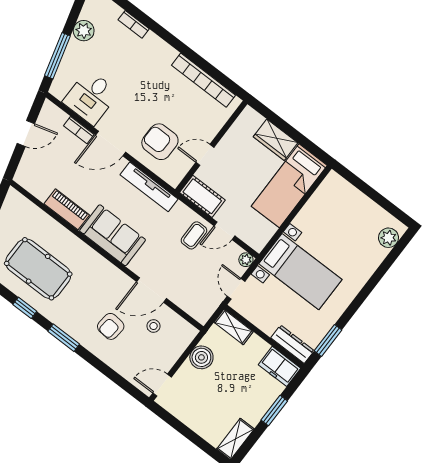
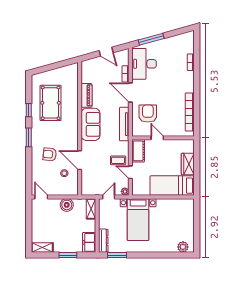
plant: (84, 31) -> (171, 42), removed
desk: (91, 97) -> (144, 64), width x1.37

